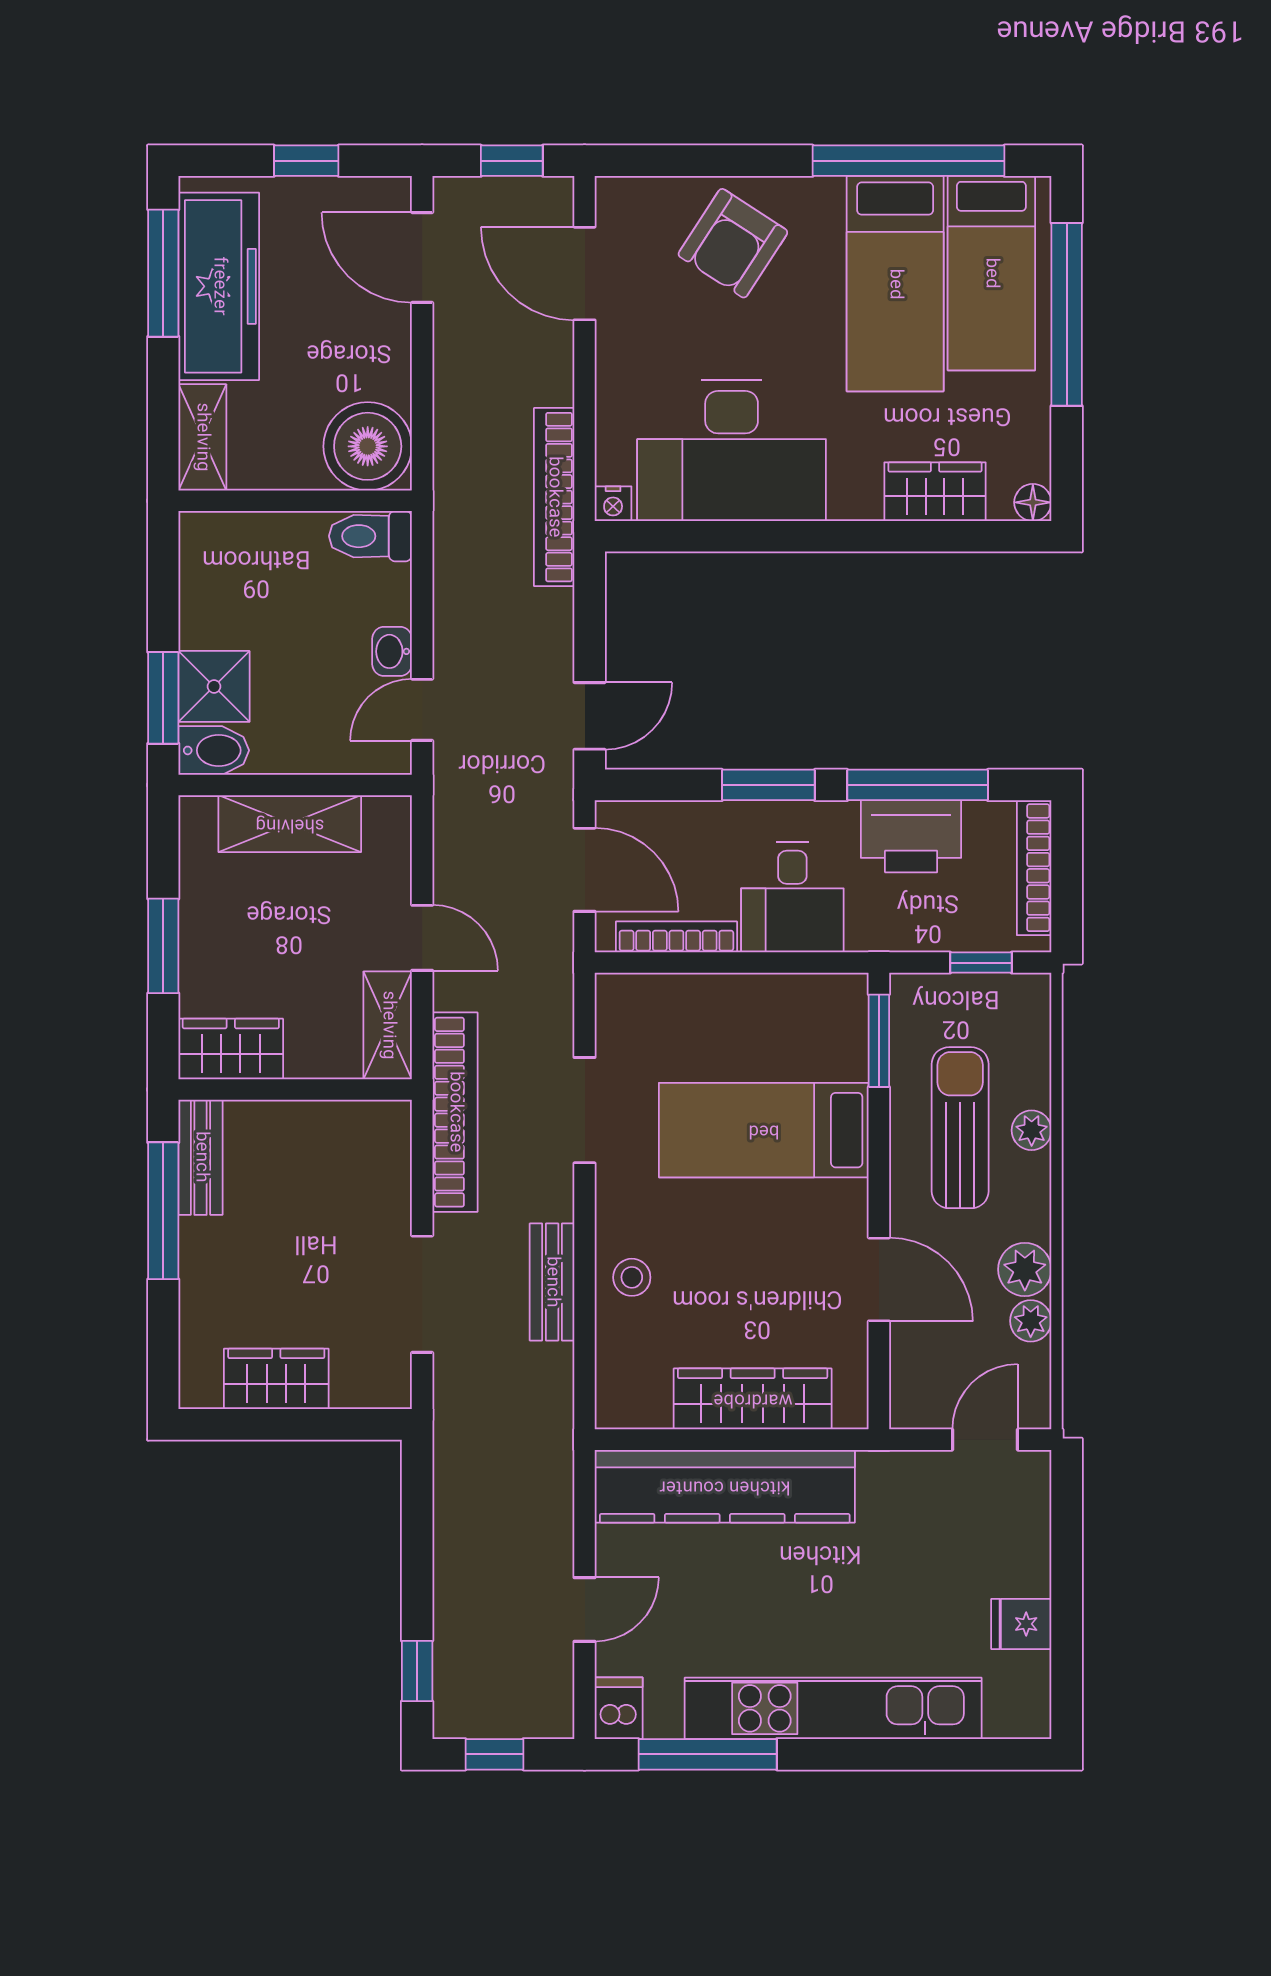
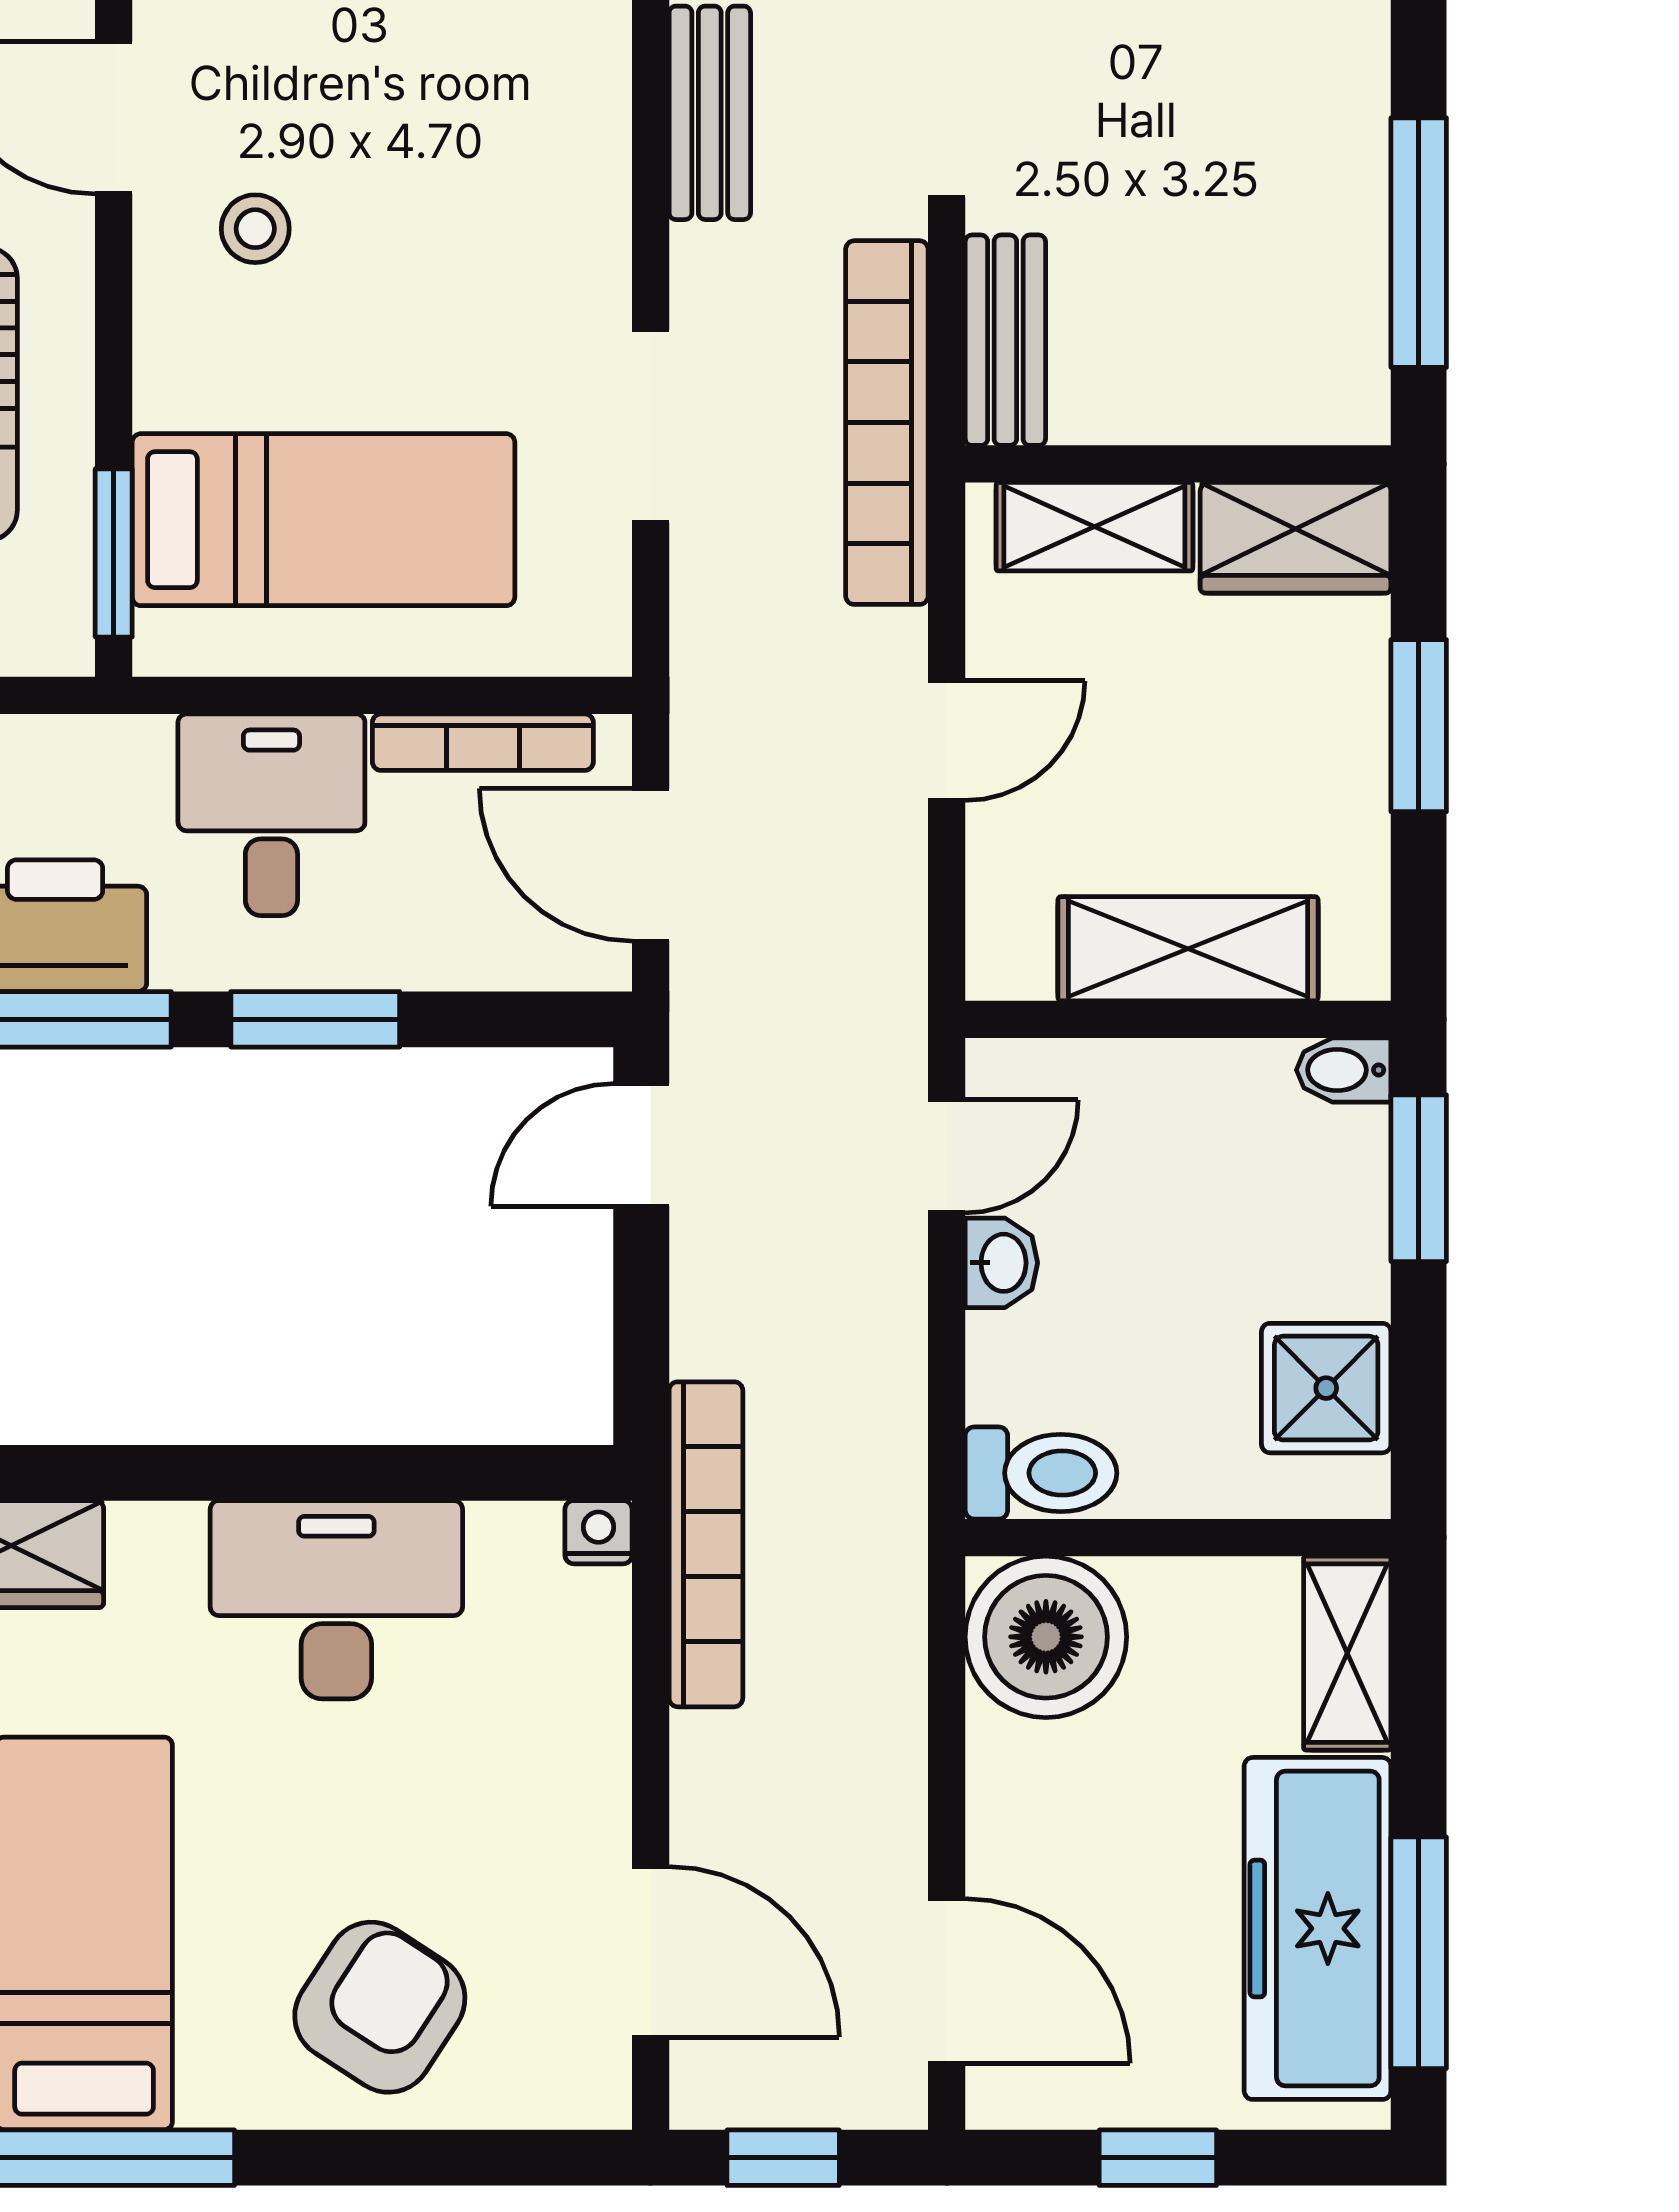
desk: (732, 450) -> (336, 1600), width x0.73, depth x0.77
shower: (214, 686) -> (1326, 1388), moved
bidet: (214, 750) -> (1344, 1070), width x0.72, depth x0.74
door: (422, 938) -> (947, 741), swing flipped
shelving: (388, 1025) -> (1094, 527), moved, turned 90
bed: (764, 1130) -> (324, 520), moved
bench: (201, 1157) -> (1005, 340), moved
stool: (632, 1277) -> (255, 229), moved

